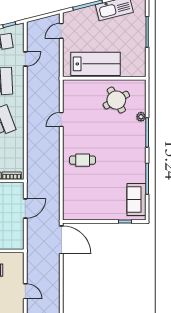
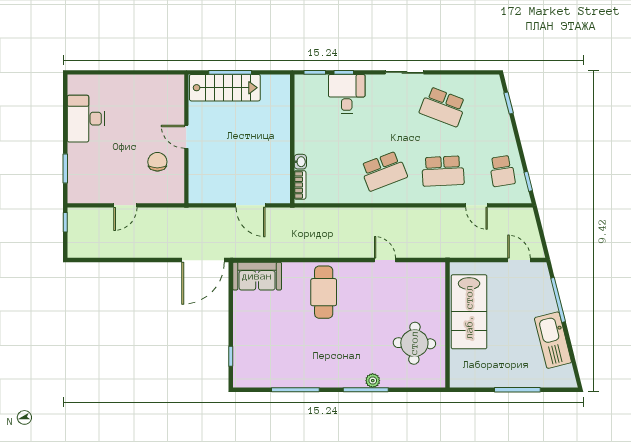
round table: (116, 100) -> (414, 343), turned 31
plant: (141, 117) -> (373, 381), moved
cafe table: (83, 160) -> (324, 292), width x1.37, depth x1.35
sofa: (136, 199) -> (257, 276), moved, turned 180

